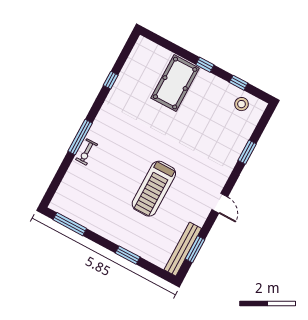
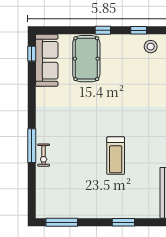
sofa: (137, 65) -> (47, 60), added
window: (111, 80) -> (32, 54), moved
treadmill: (154, 189) -> (116, 156), width x0.73, depth x0.73

